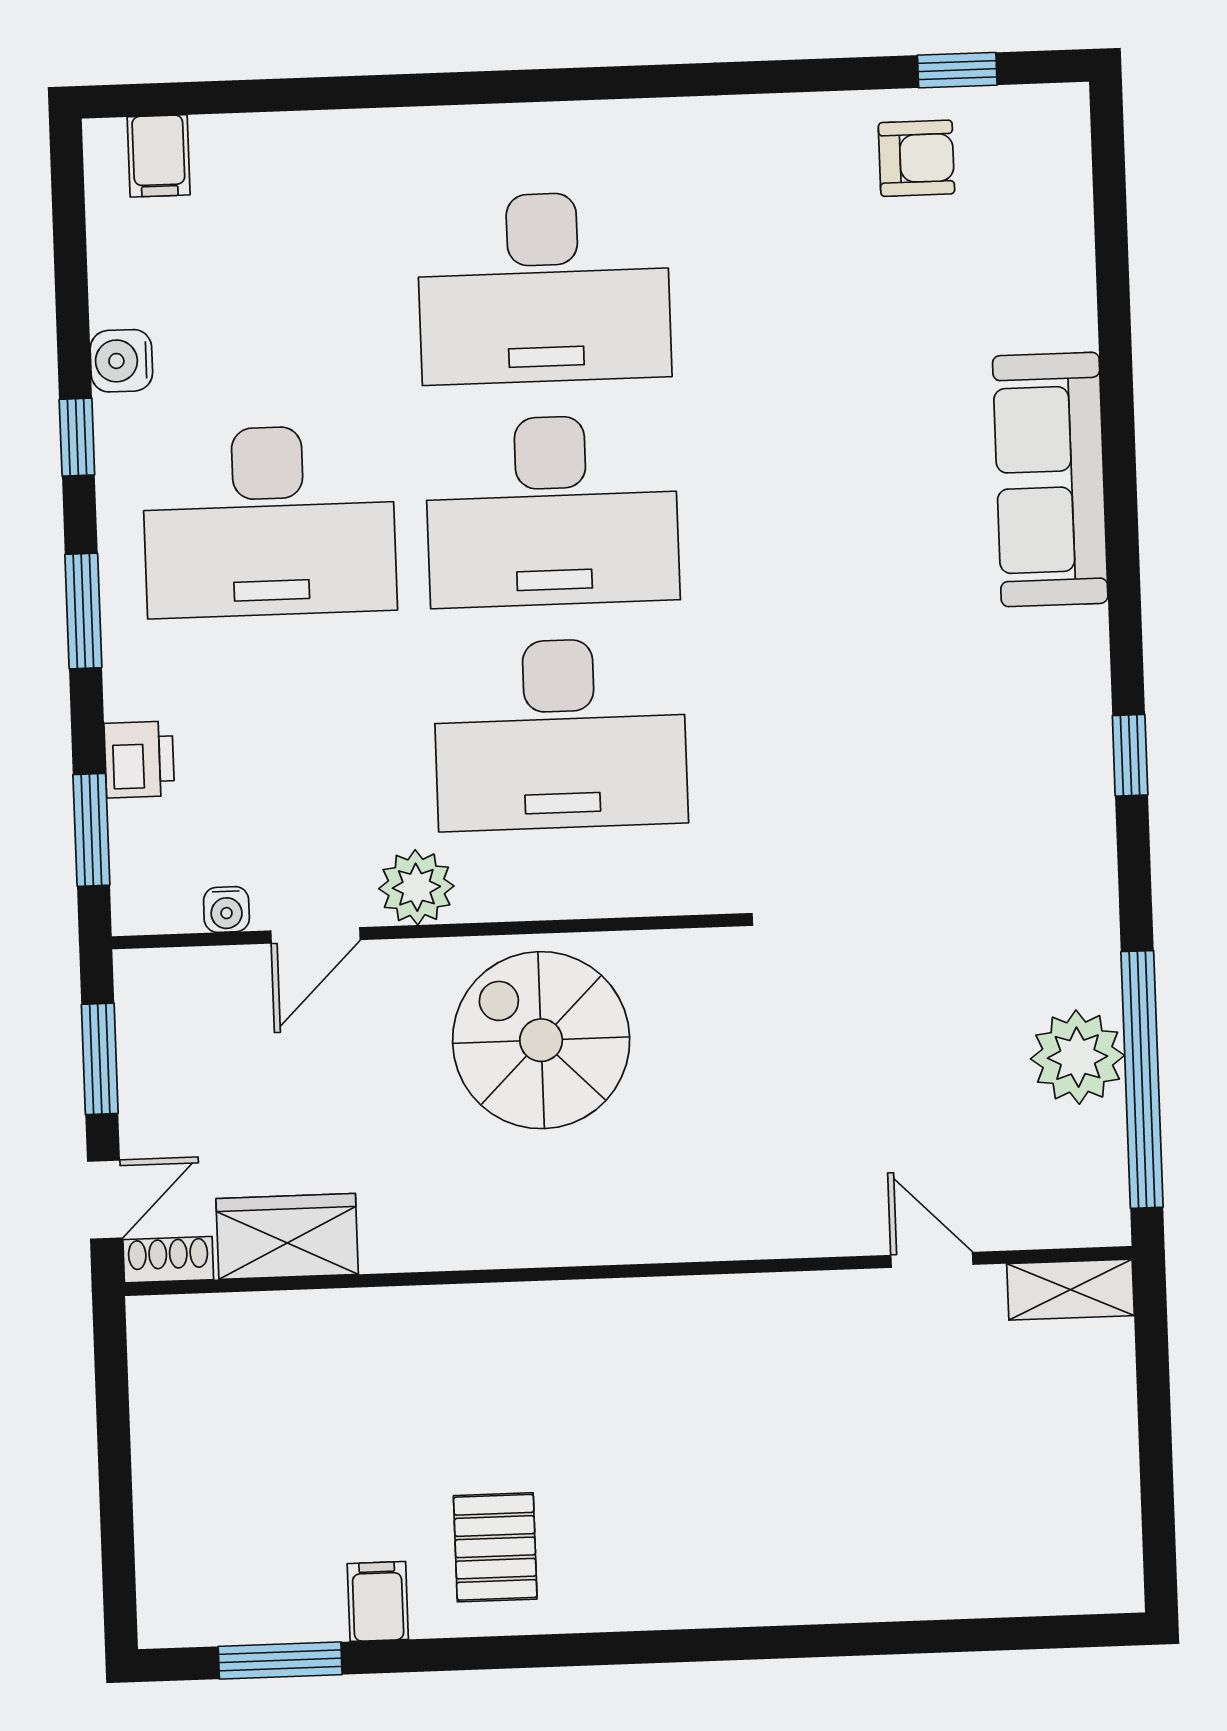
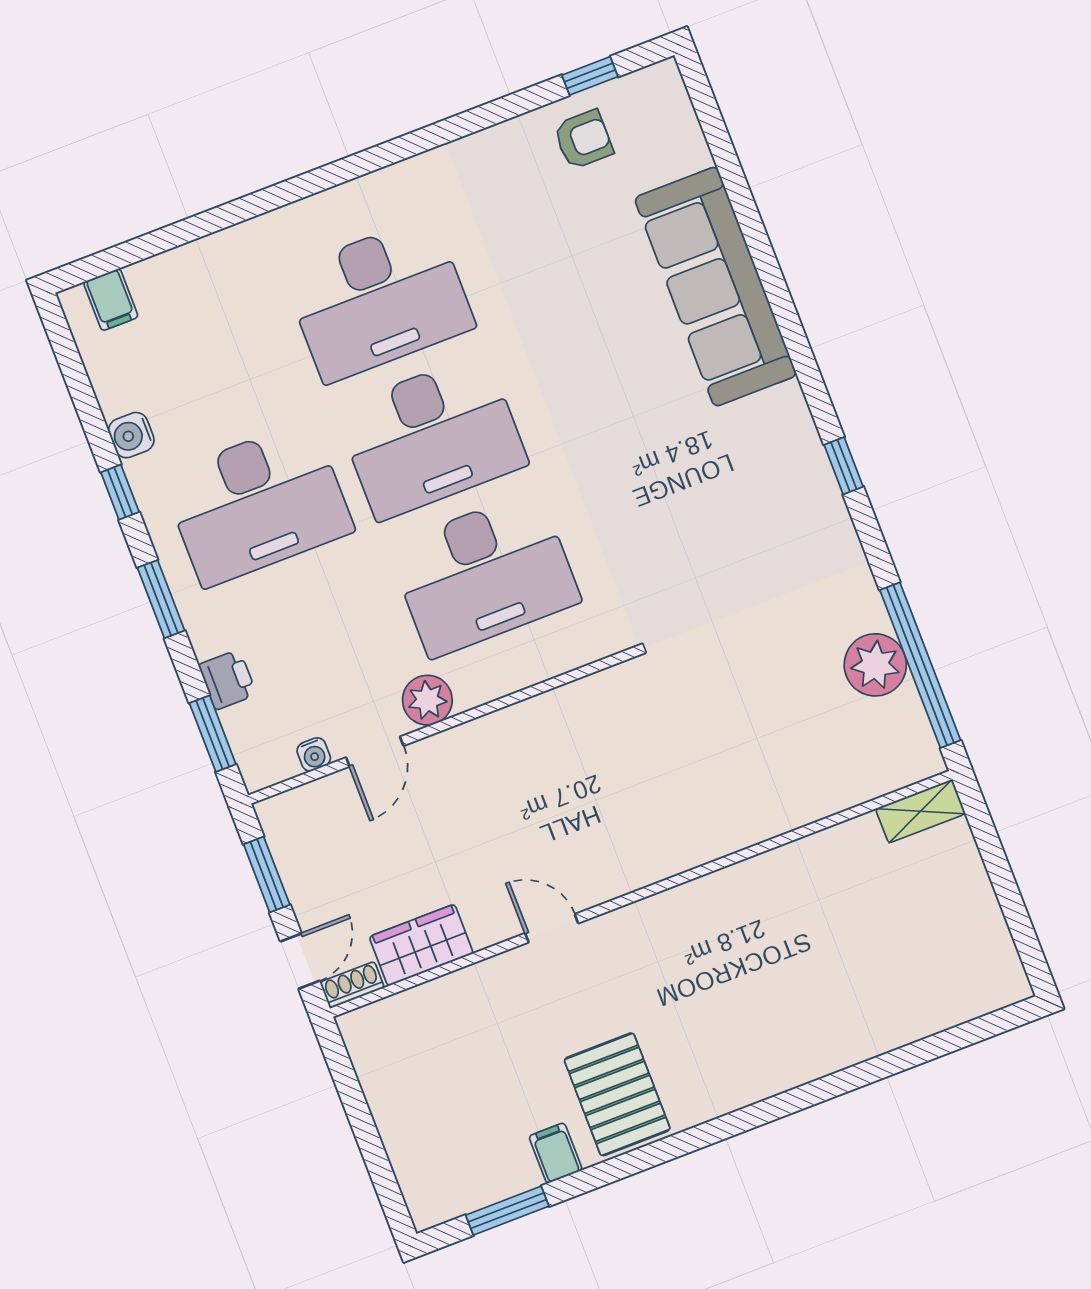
sofa: (1050, 479) -> (716, 287), width x1.36, depth x1.27
spiral stairs: (541, 1040) -> (538, 769), removed
door: (932, 1260) -> (552, 928), moved
pallet: (495, 1547) -> (617, 1094), width x1.50, depth x1.42

